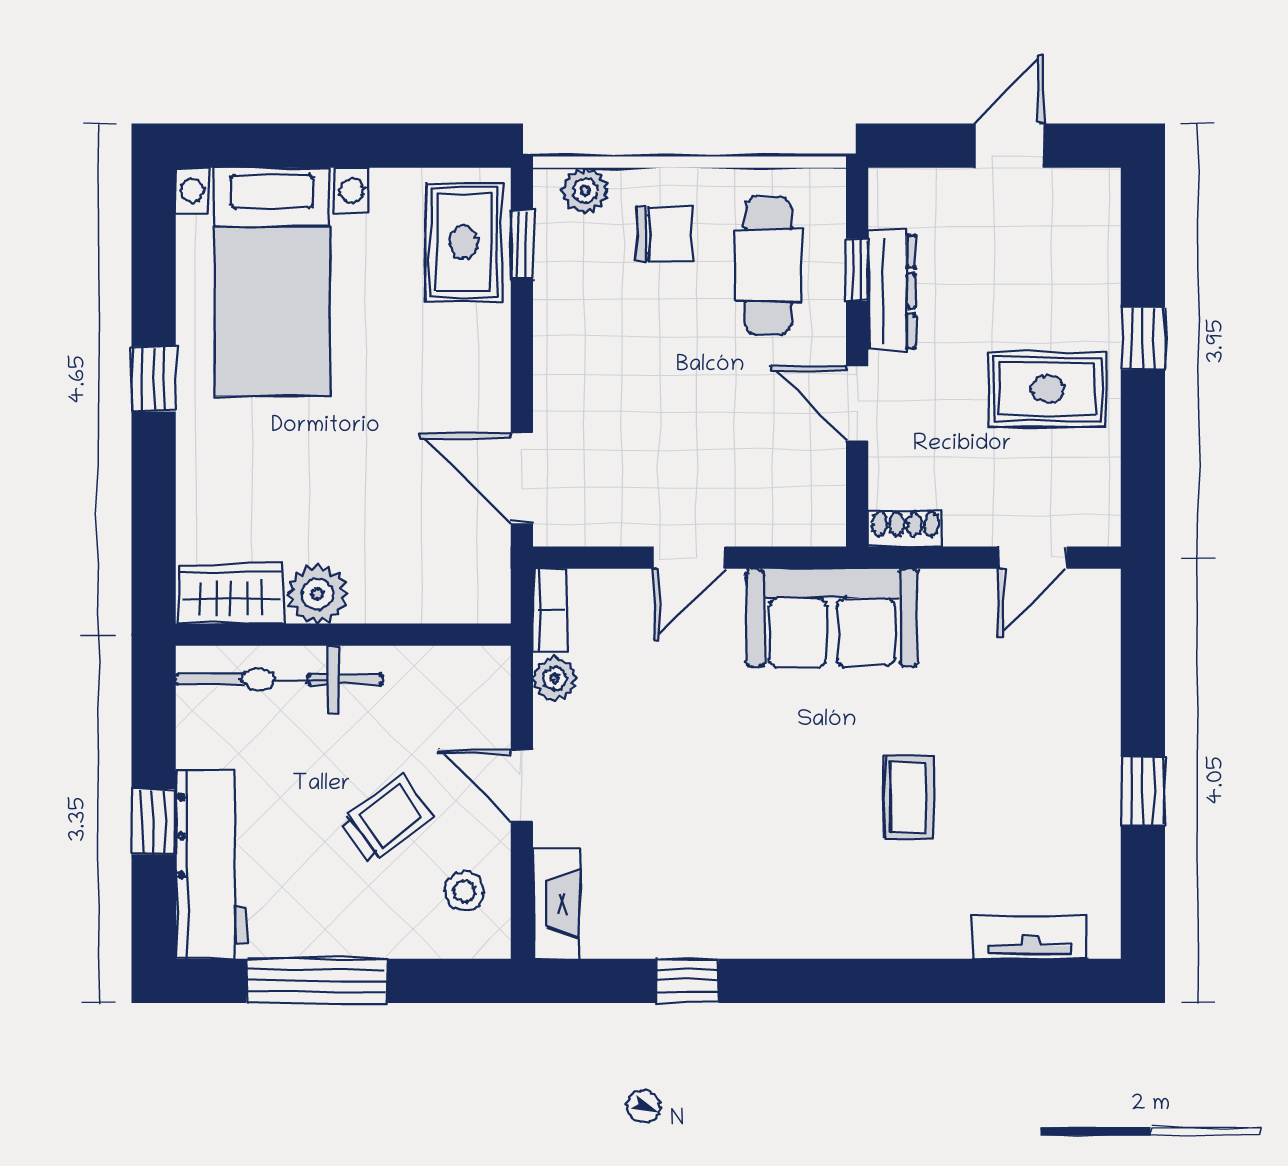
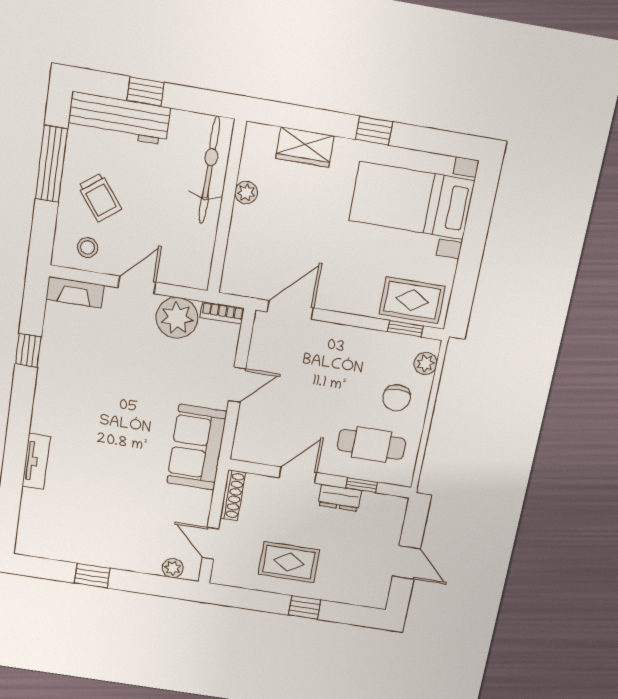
dresser: (892, 291) -> (340, 498), width x0.70
rug: (1047, 389) -> (289, 562), turned 90
shoe rack: (905, 529) -> (233, 495), width x1.43
door: (689, 558) -> (237, 385), swing flipped
wardrobe: (231, 593) -> (305, 147), moved, turned 90
plant: (317, 594) -> (246, 193), width x0.73, depth x0.73
plant: (1099, 627) -> (173, 568), added
plant: (555, 678) -> (177, 318), width x1.88, depth x1.88
coffee table: (909, 798) -> (104, 469), removed
trolley: (386, 819) -> (100, 197), moved
tv unit: (1030, 937) -> (36, 461), moved

